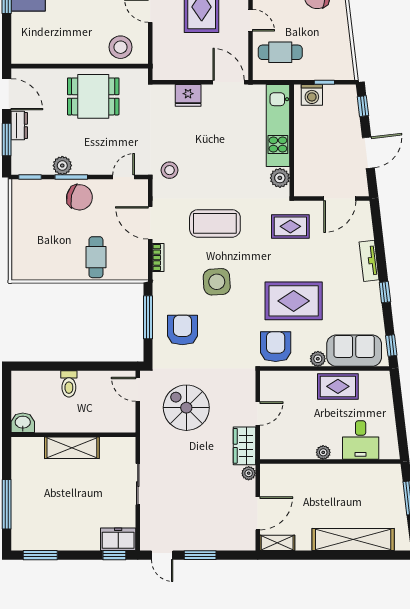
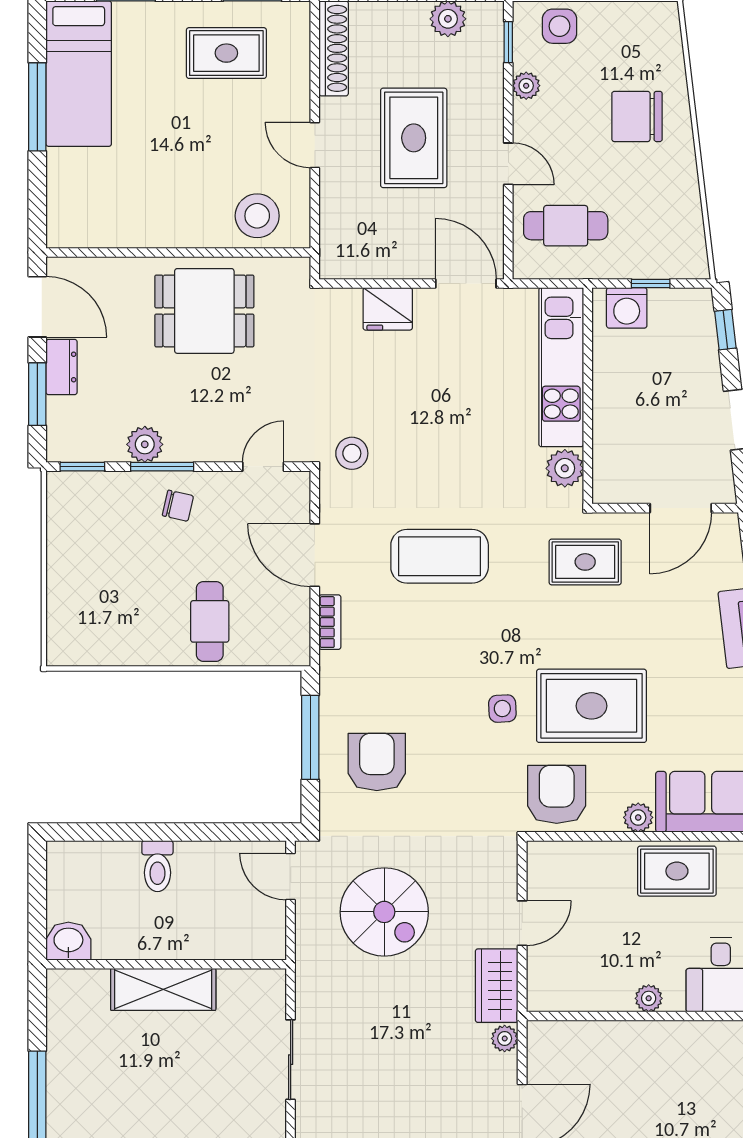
chair: (79, 197) -> (178, 506), width x0.54, depth x0.54
side table: (217, 282) -> (502, 709), moved, width x0.54, depth x0.54
spiral stairs: (186, 408) -> (384, 912), turned 180

